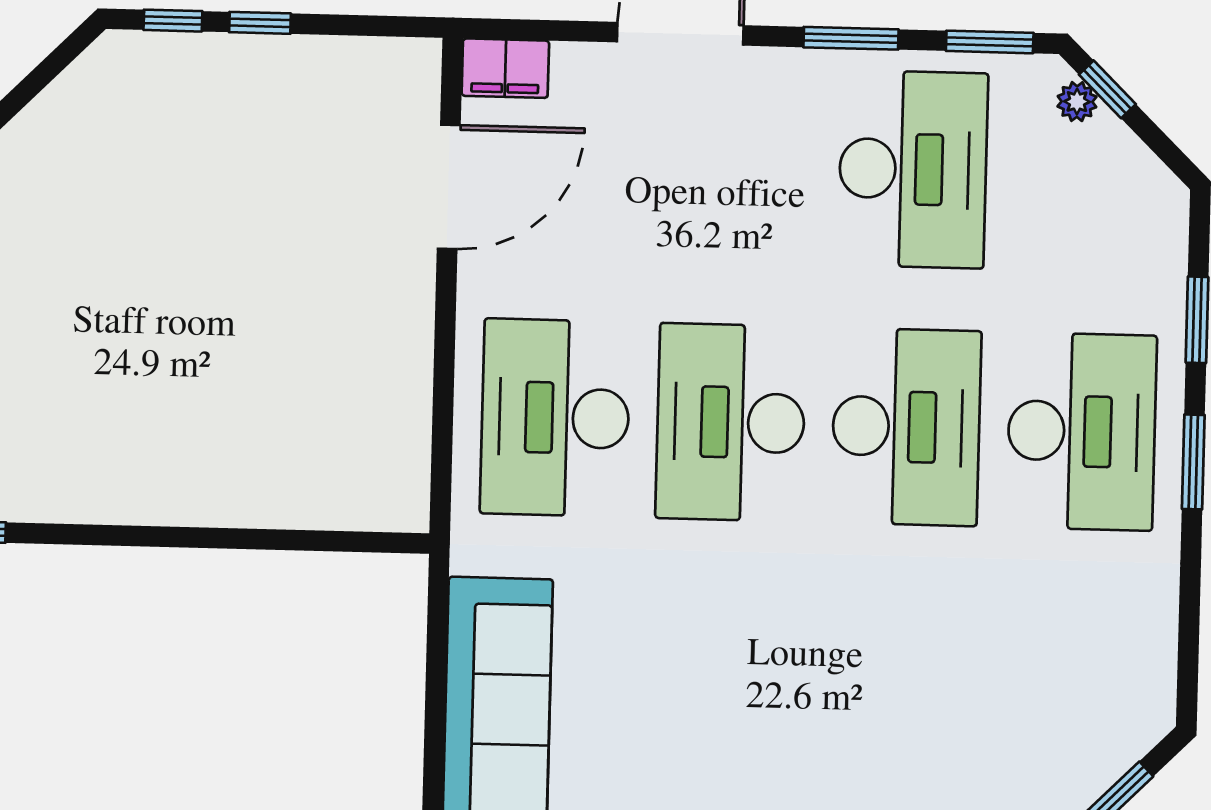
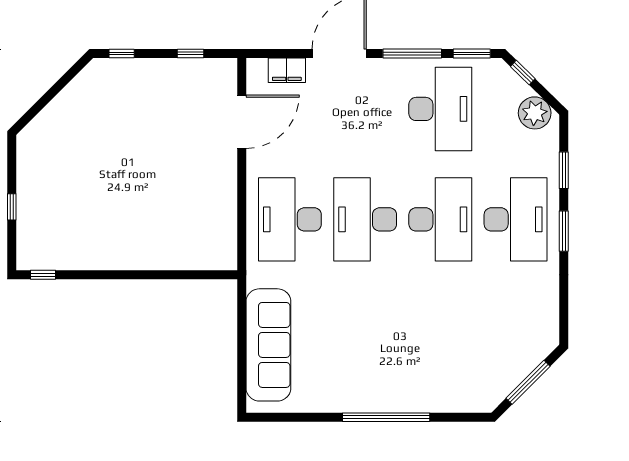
window: (260, 23) -> (190, 54), moved
window: (851, 38) -> (412, 54), width x1.44
filing cabinet: (505, 68) -> (287, 70), moved
plant: (1077, 102) -> (535, 113), moved, width x1.88, depth x1.88

